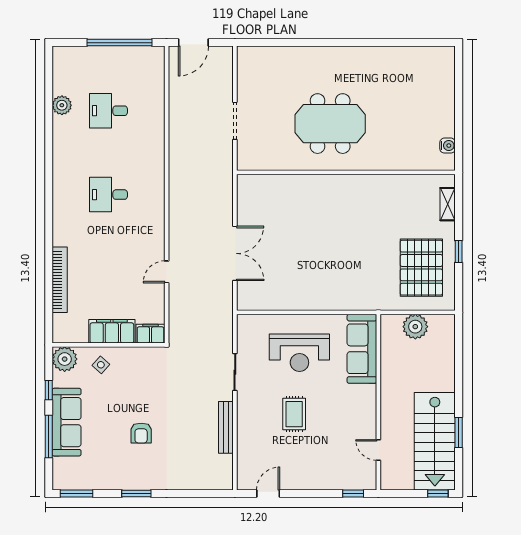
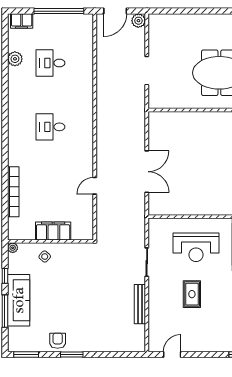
plant: (224, 55) -> (138, 21), added
filing cabinet: (151, 334) -> (22, 21), moved, turned 180
plant: (65, 359) -> (13, 248), width x0.53, depth x0.53
armchair: (141, 433) -> (58, 341), moved, turned 180

